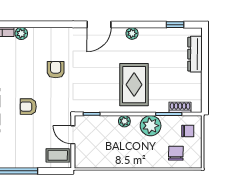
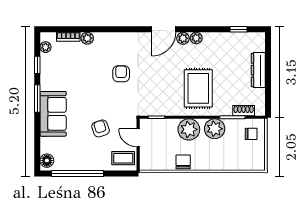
plant: (119, 34) -> (183, 38), added
dresser: (195, 54) -> (258, 70), moved
armchair: (28, 107) -> (100, 128), moved, turned 72
plant: (124, 121) -> (189, 129), width x1.87, depth x1.87
chair: (176, 153) -> (183, 162), moved

